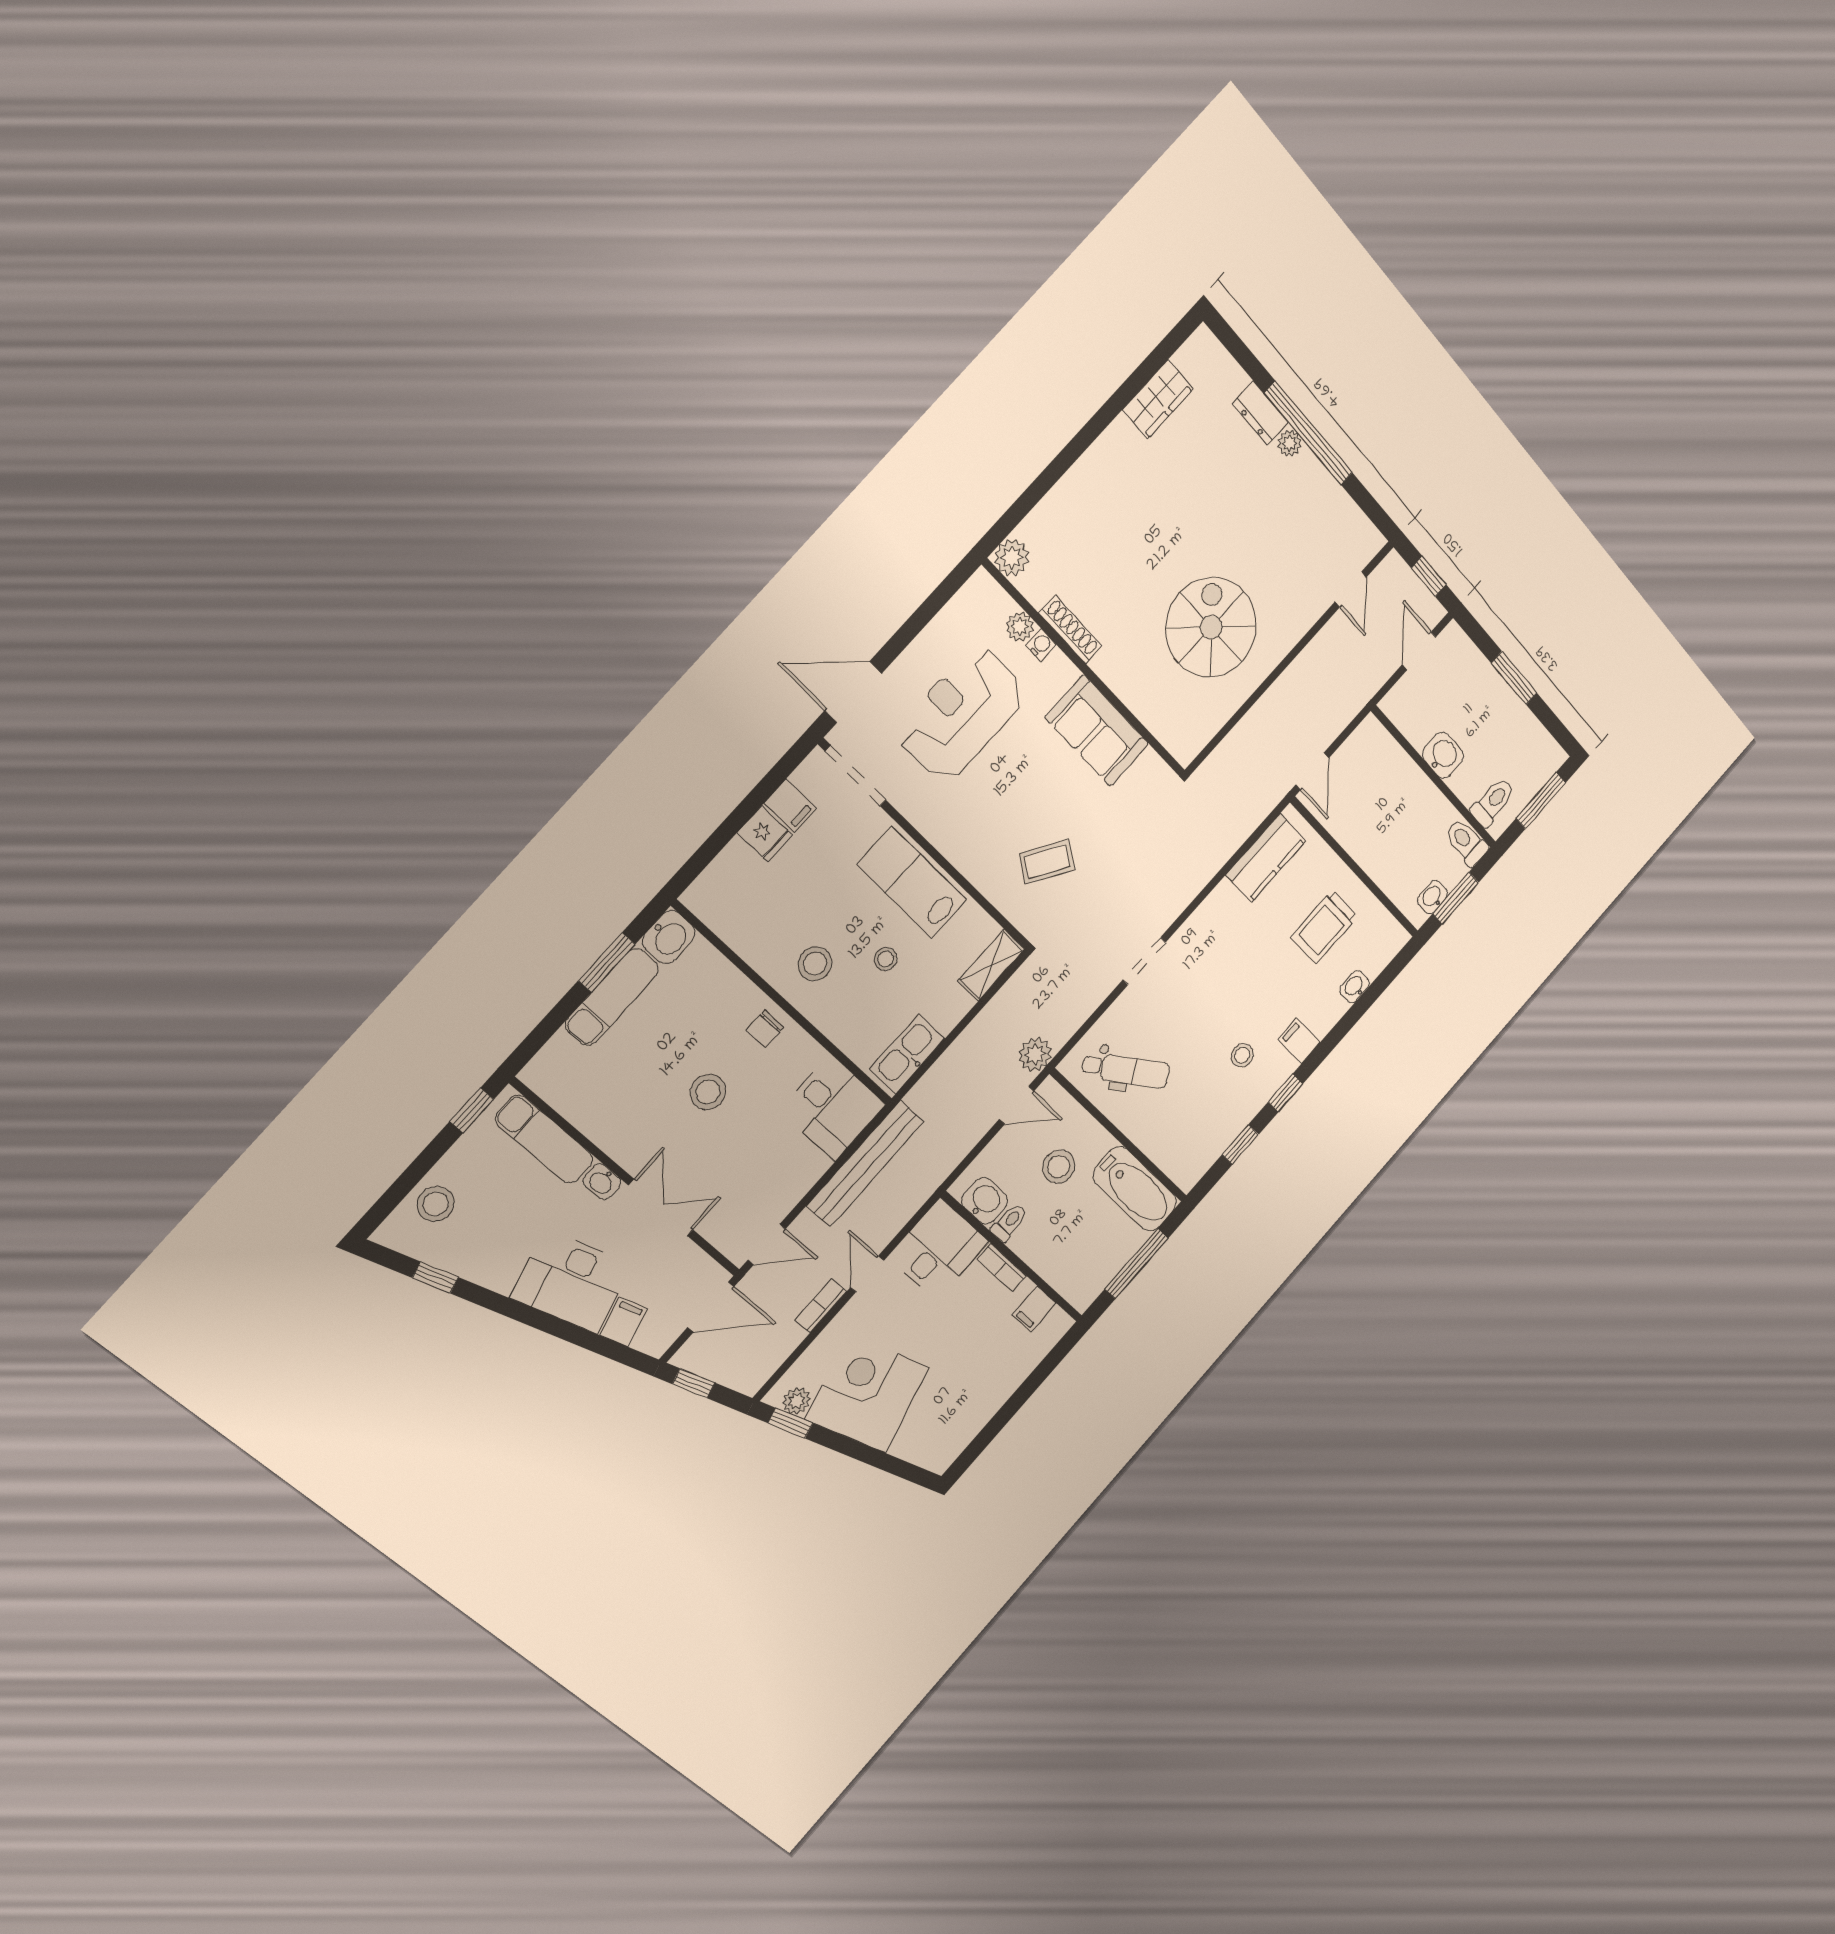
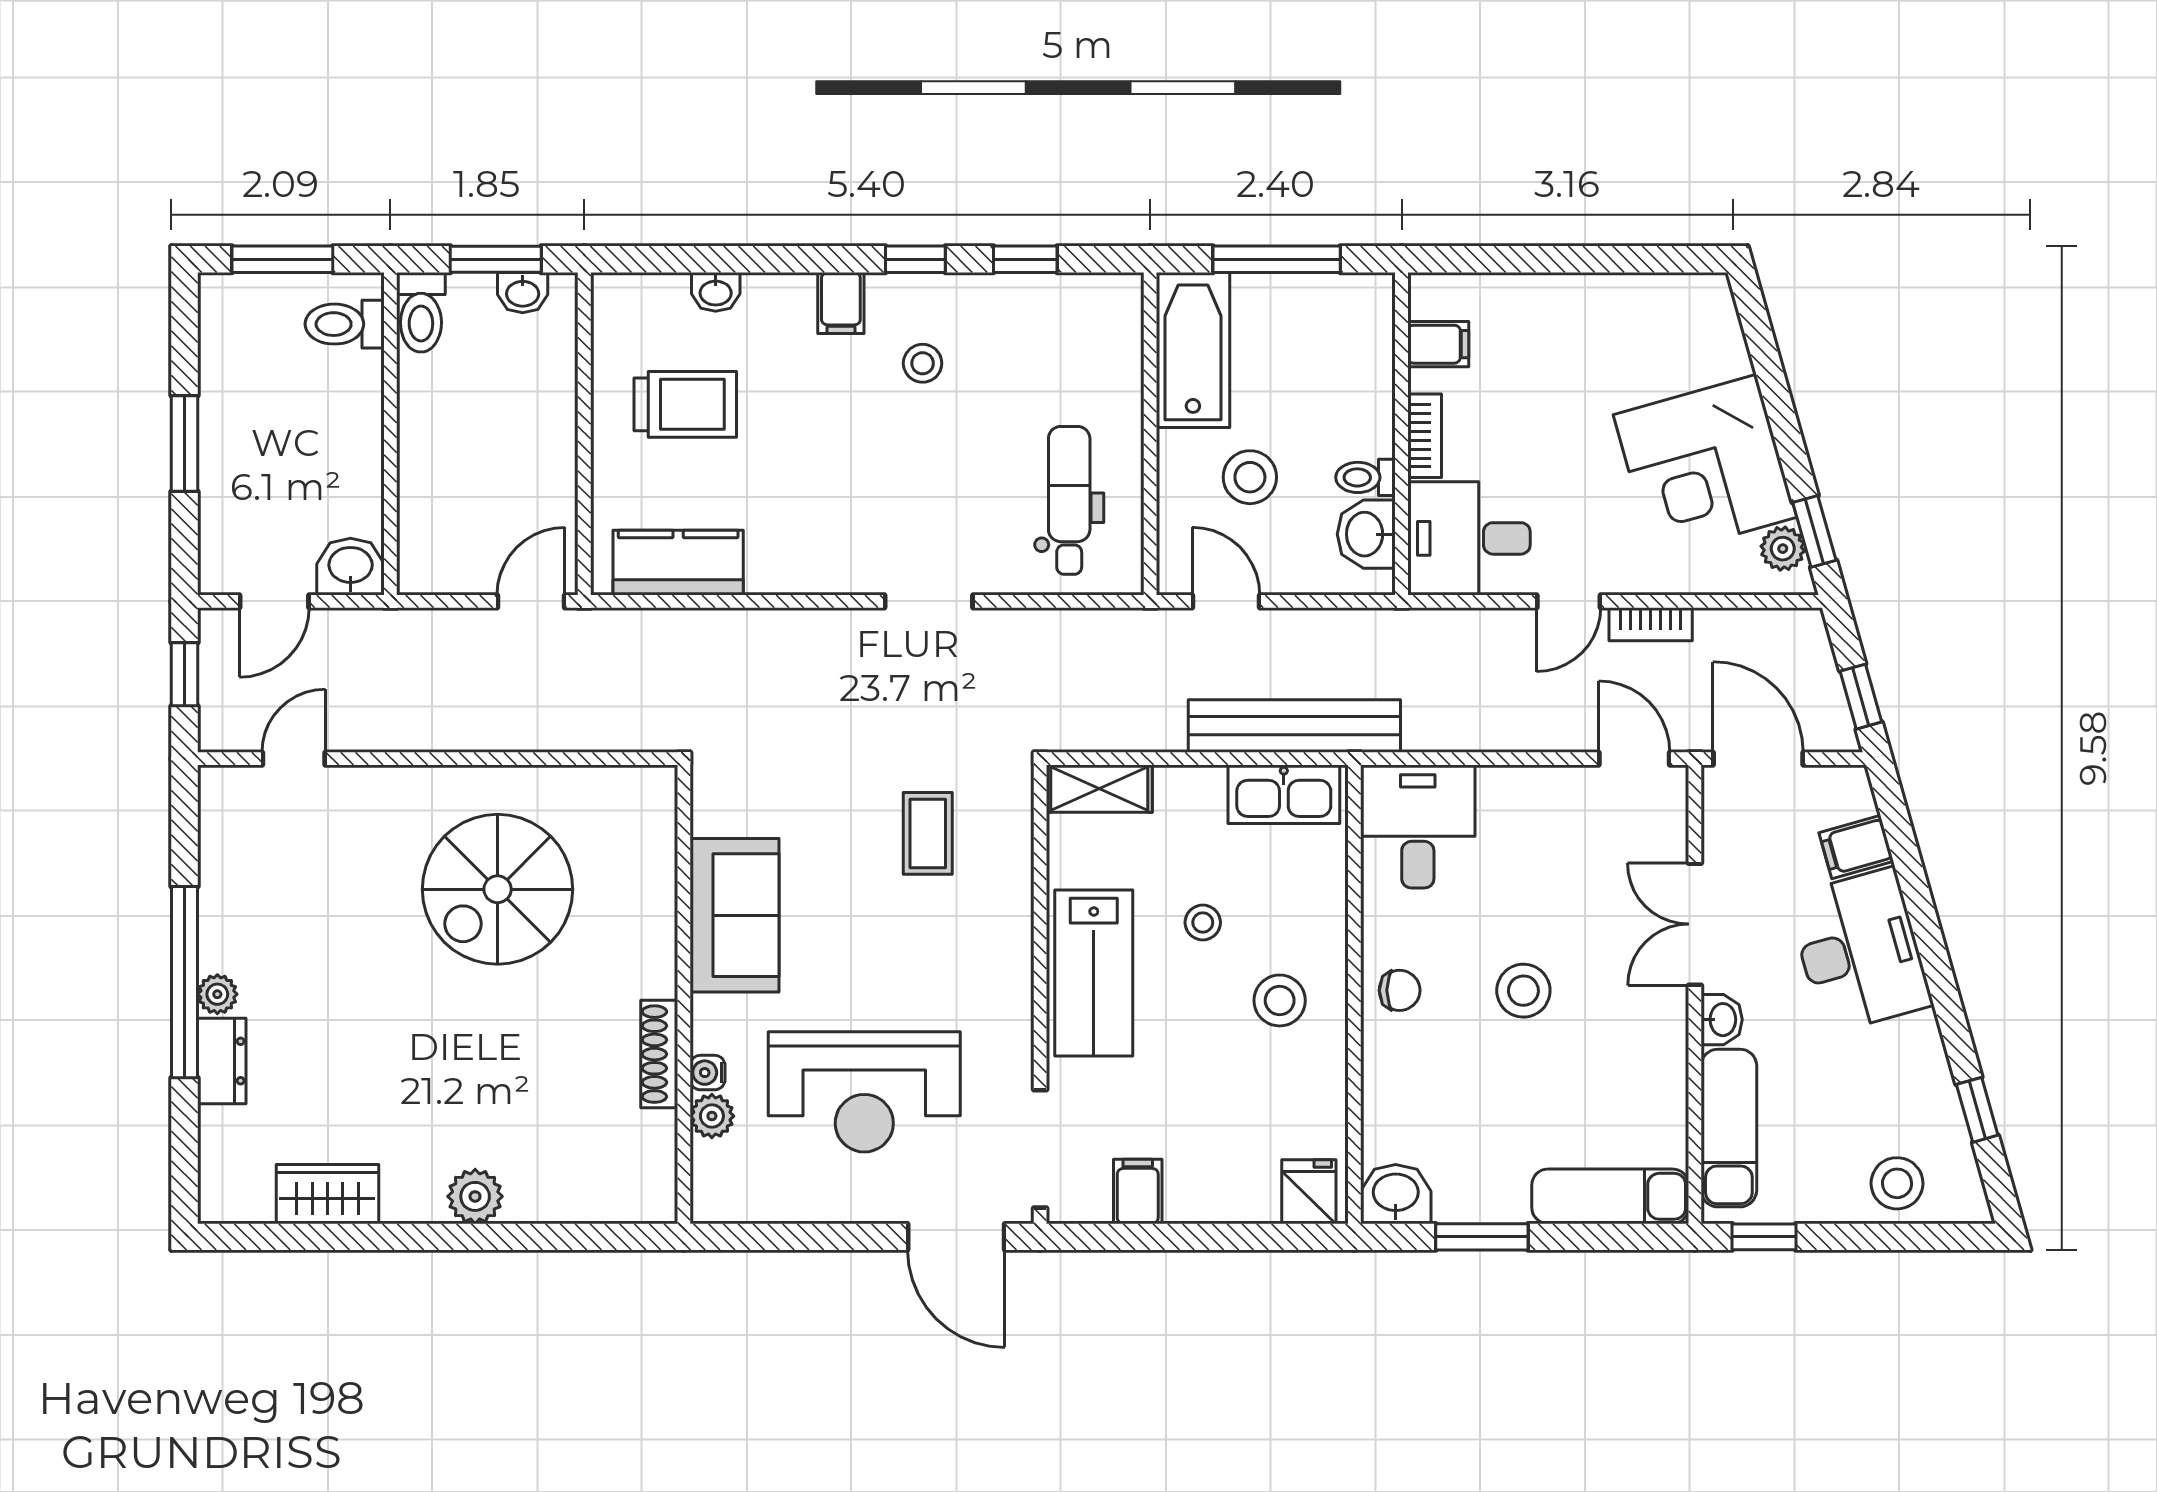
plant: (1012, 558) -> (475, 1196), moved
washbasin: (1443, 755) -> (351, 567), moved, turned 90
fridge: (765, 834) -> (1309, 1192), moved
coffee table: (1047, 862) -> (928, 833), turned 57
exam couch: (612, 997) -> (1610, 1196), moved
plant: (1035, 1054) -> (1150, 635), removed
dental chair: (1126, 1070) -> (1069, 500), turned 32
bench: (865, 1164) -> (1294, 726), moved

